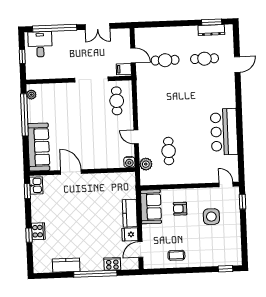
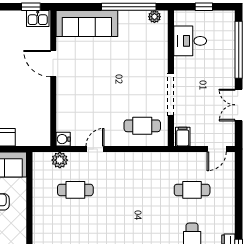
desk: (40, 44) -> (190, 41), moved, turned 180
door: (133, 55) -> (217, 149), moved
cafe table: (165, 60) -> (192, 190), turned 90
door: (71, 172) -> (53, 64), swing flipped

